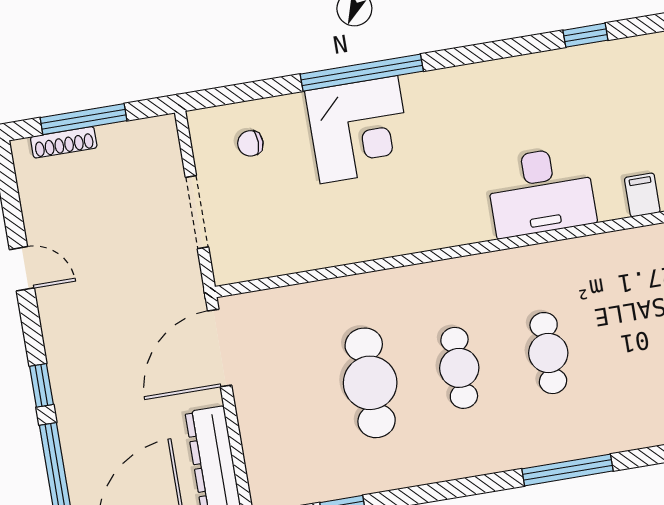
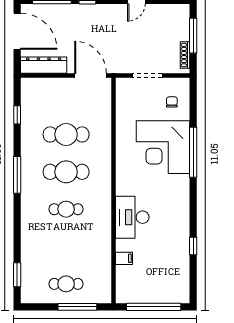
corner desk: (359, 130) -> (163, 147), width x1.36, depth x1.36
shoe rack: (64, 142) -> (185, 55), moved
cafe table: (459, 368) -> (66, 172), width x1.37, depth x1.35
window: (568, 470) -> (17, 175), moved

